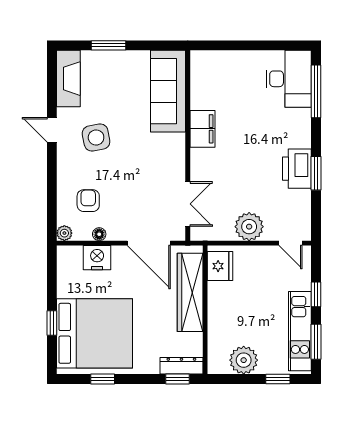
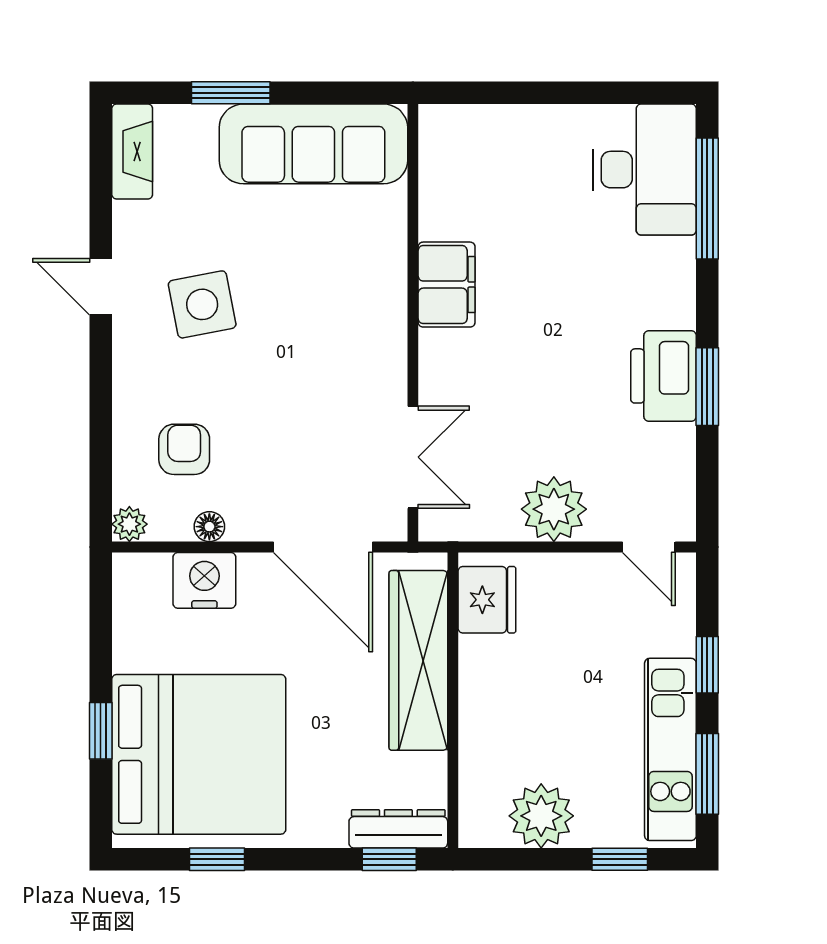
fireplace: (68, 79) -> (132, 151), width x0.73, depth x0.76
sofa: (168, 91) -> (313, 144), moved, turned -90

